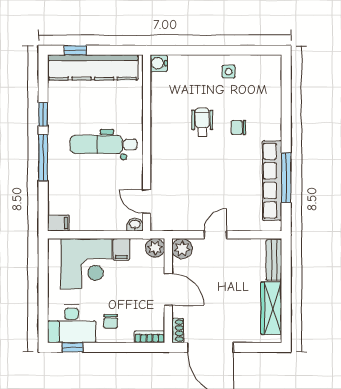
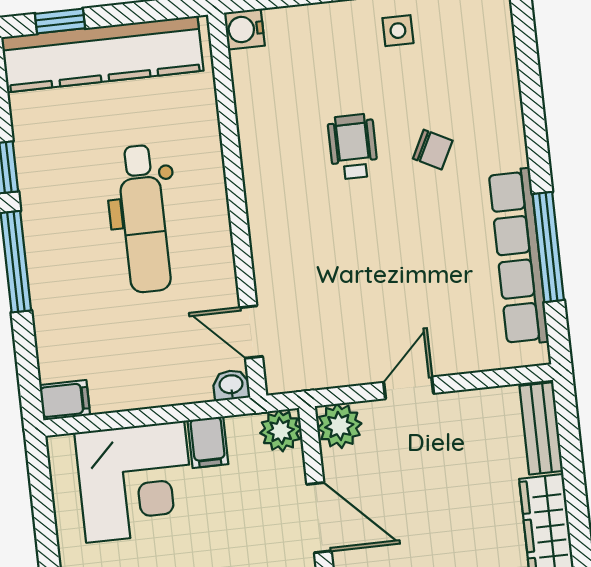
chair: (238, 128) -> (433, 150), turned -153
dental chair: (104, 144) -> (144, 219), turned -90

